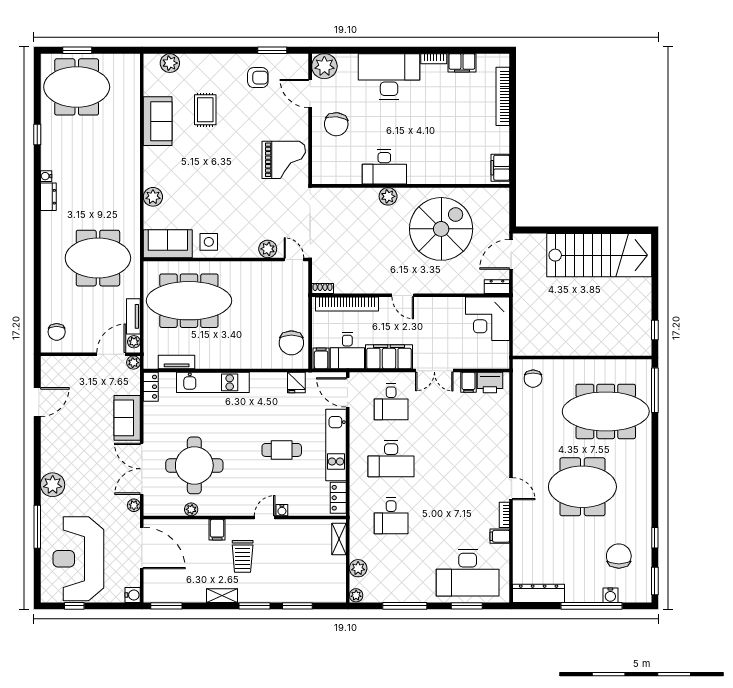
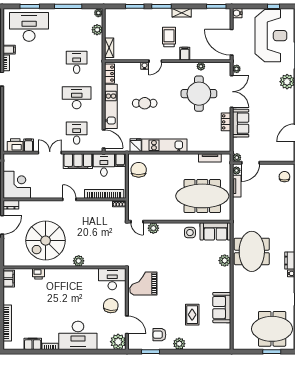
plant: (170, 63) -> (179, 344), moved
desk: (384, 167) -> (112, 279), moved
printer: (452, 176) -> (39, 274), added
meeting table: (98, 258) -> (252, 251), moved, turned 90
kitchen unit: (213, 382) -> (164, 145), moved
locker: (151, 387) -> (226, 122), moved

